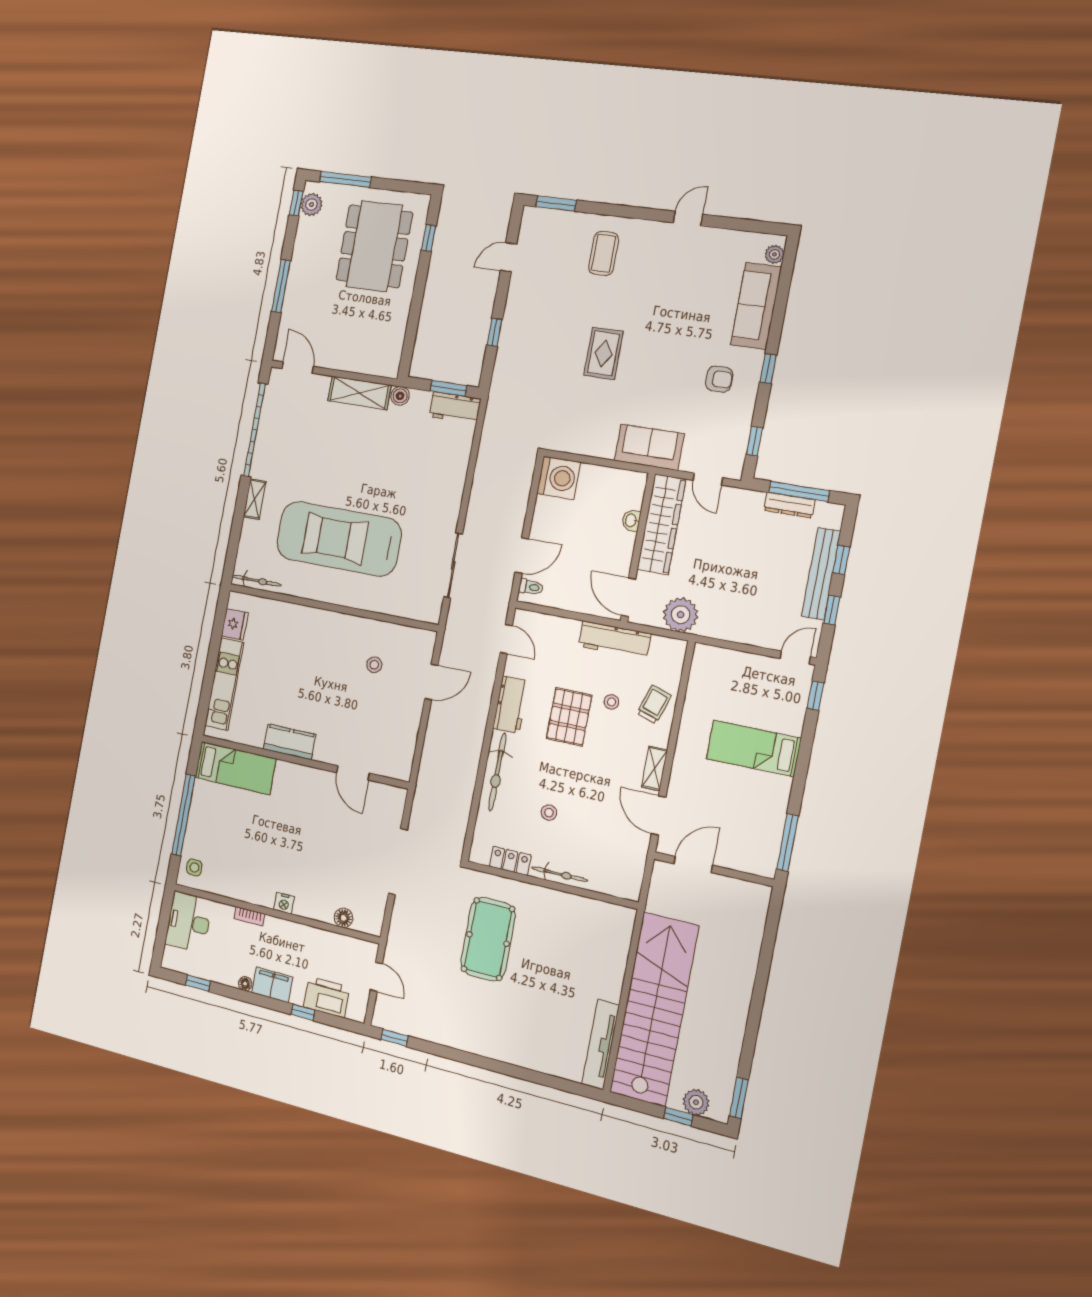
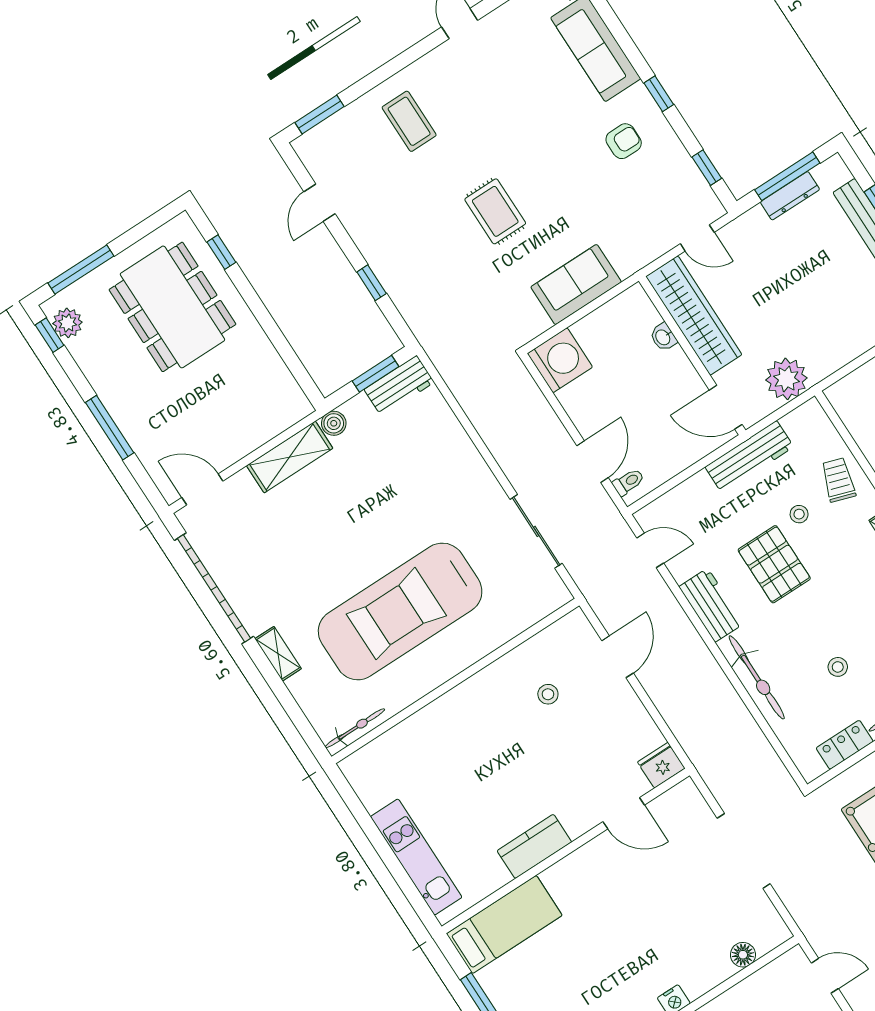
sofa: (649, 447) -> (576, 285), moved
fridge: (235, 624) -> (661, 765), moved, turned -90

